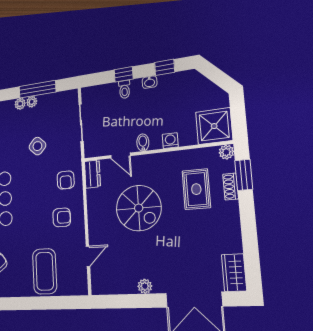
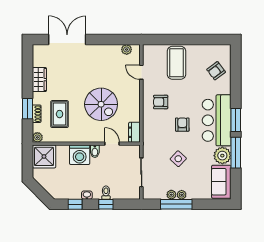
plant: (20, 104) -> (171, 195), moved
washing machine: (170, 141) -> (80, 155), width x1.89, depth x1.89
window: (244, 175) -> (28, 109), moved
armchair: (66, 180) -> (182, 125), moved
spiral stairs: (139, 208) -> (101, 104), turned 180
door: (88, 256) -> (141, 72), hinge flipped
wardrobe: (234, 273) -> (39, 80), moved
plant: (145, 286) -> (127, 49), moved

